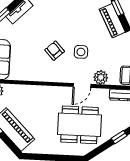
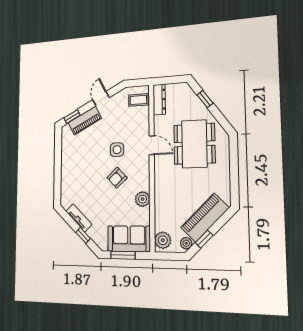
plant: (101, 77) -> (143, 199), moved

